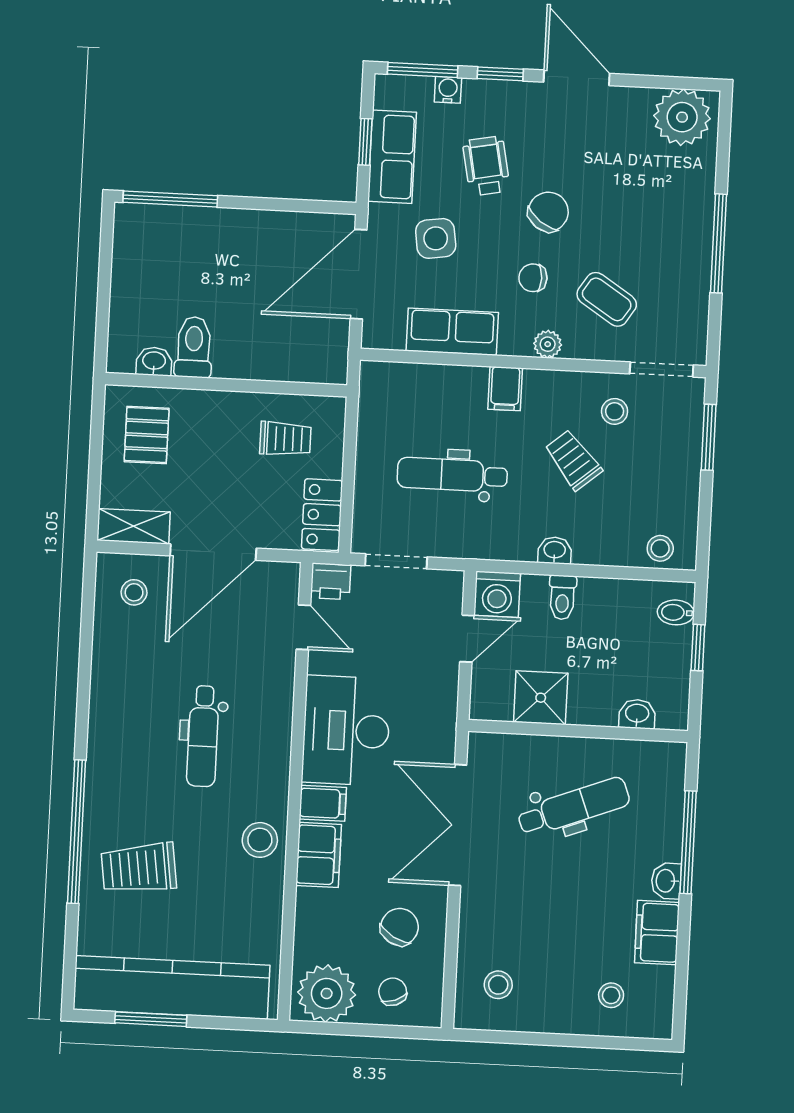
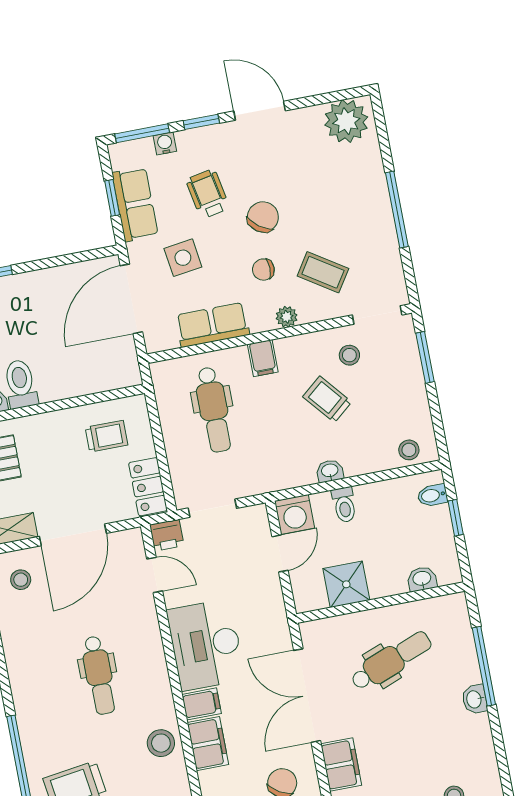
dental chair: (452, 475) -> (214, 410), moved, turned -90
filing cabinet: (657, 933) -> (341, 765), moved, turned 180

